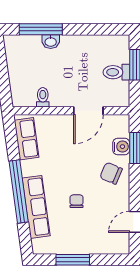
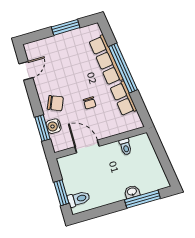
toilet: (116, 72) -> (79, 199), moved
door: (88, 111) -> (87, 147), hinge flipped
row of seats: (26, 139) -> (123, 99), moved
chair: (77, 201) -> (90, 103), moved

